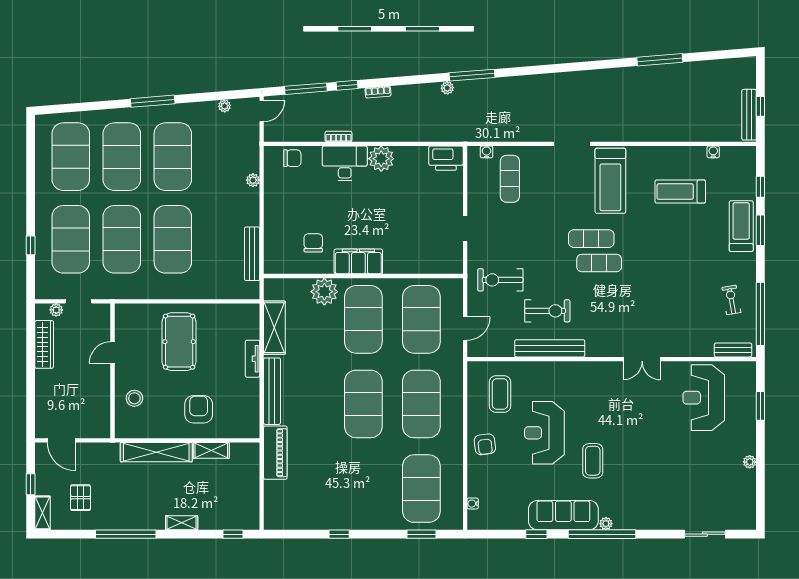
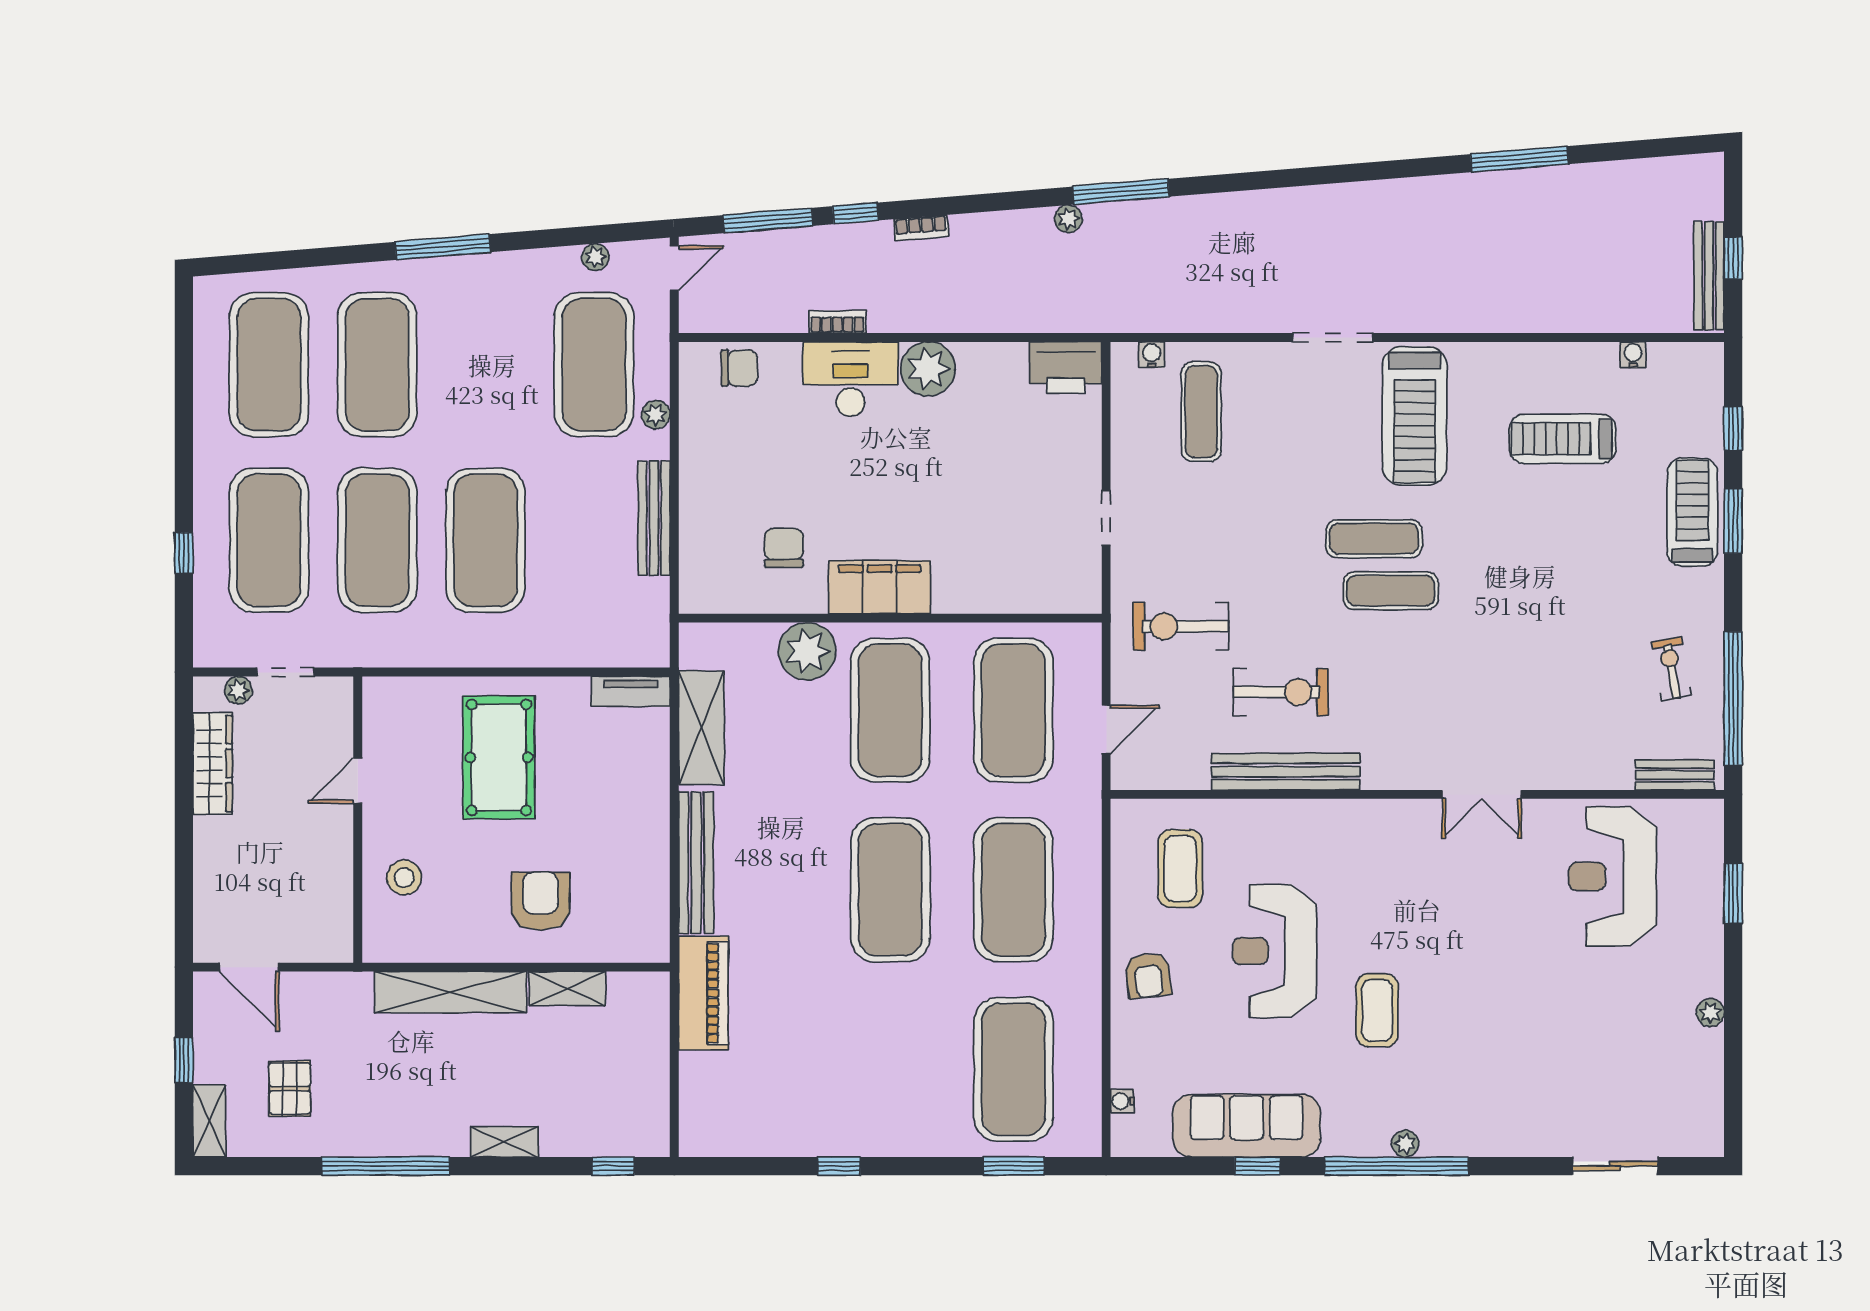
exercise mat: (173, 157) -> (594, 365), moved
bench: (252, 254) -> (654, 518), moved
tv unit: (253, 359) -> (631, 691), moved, turned -90
sofa: (563, 515) -> (1247, 1126), moved

